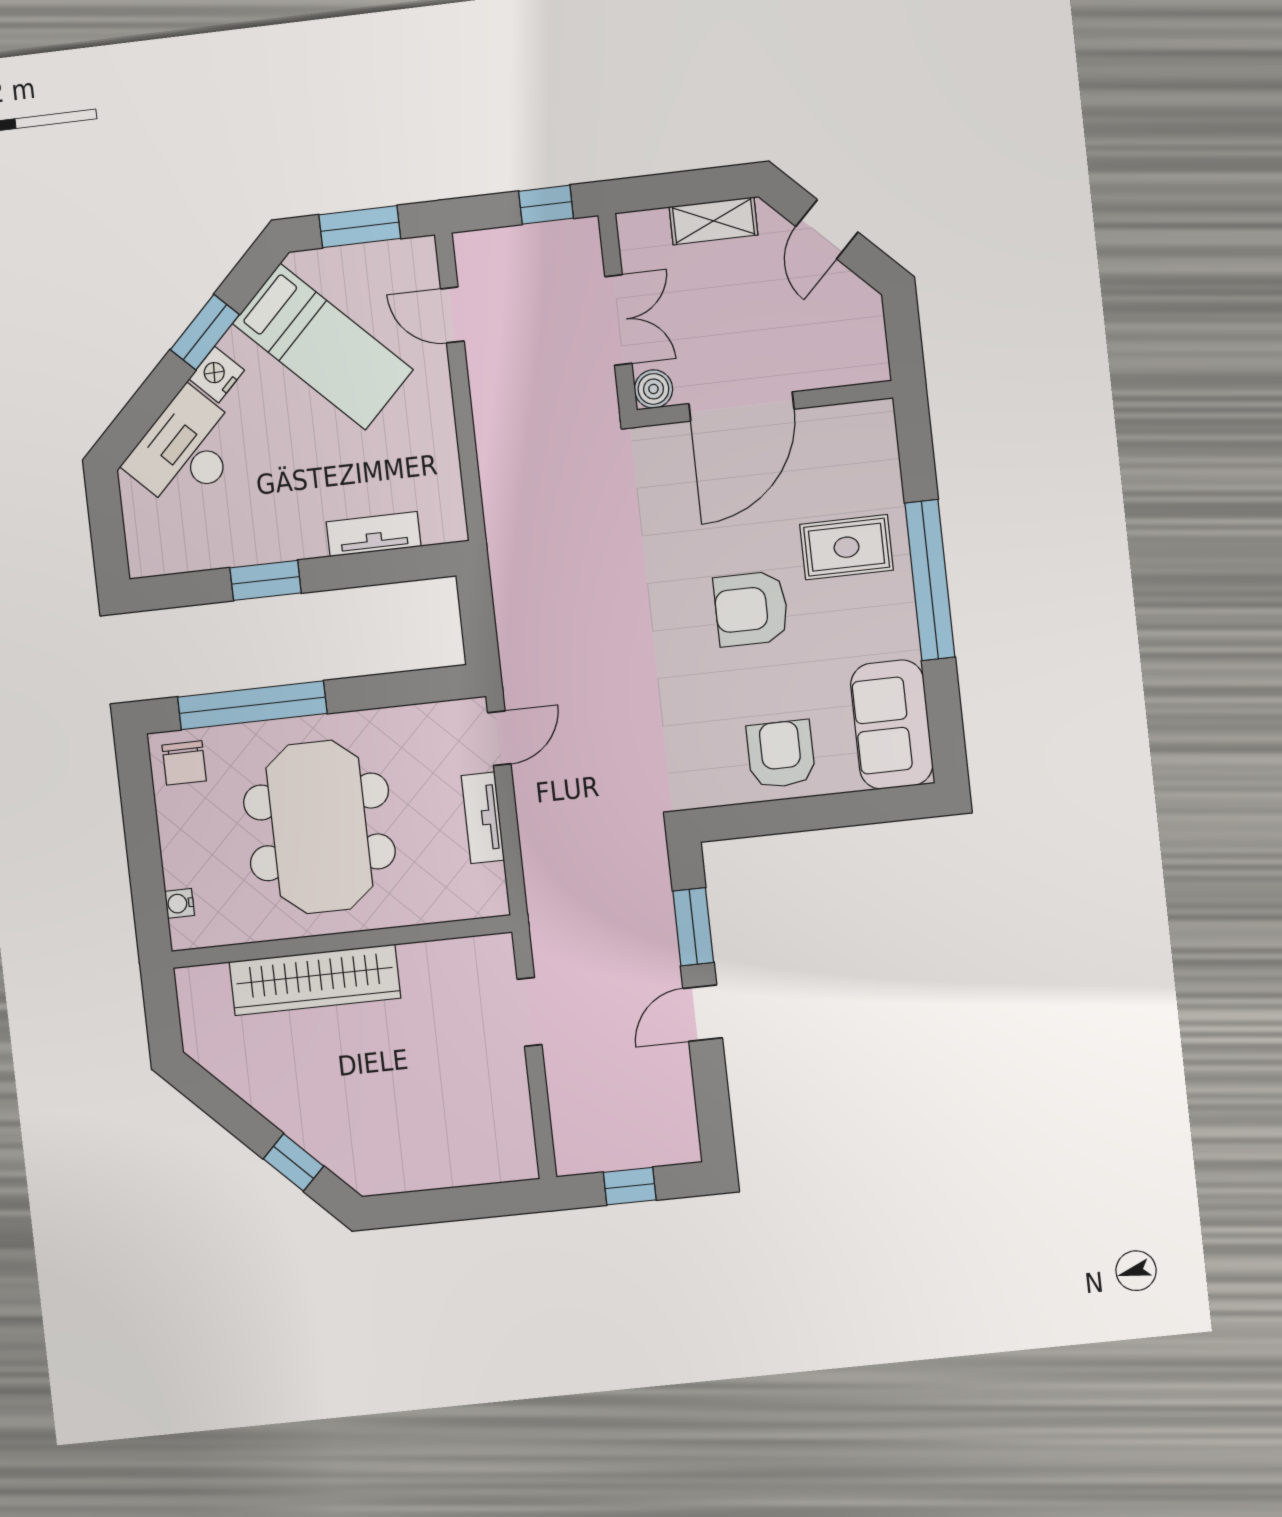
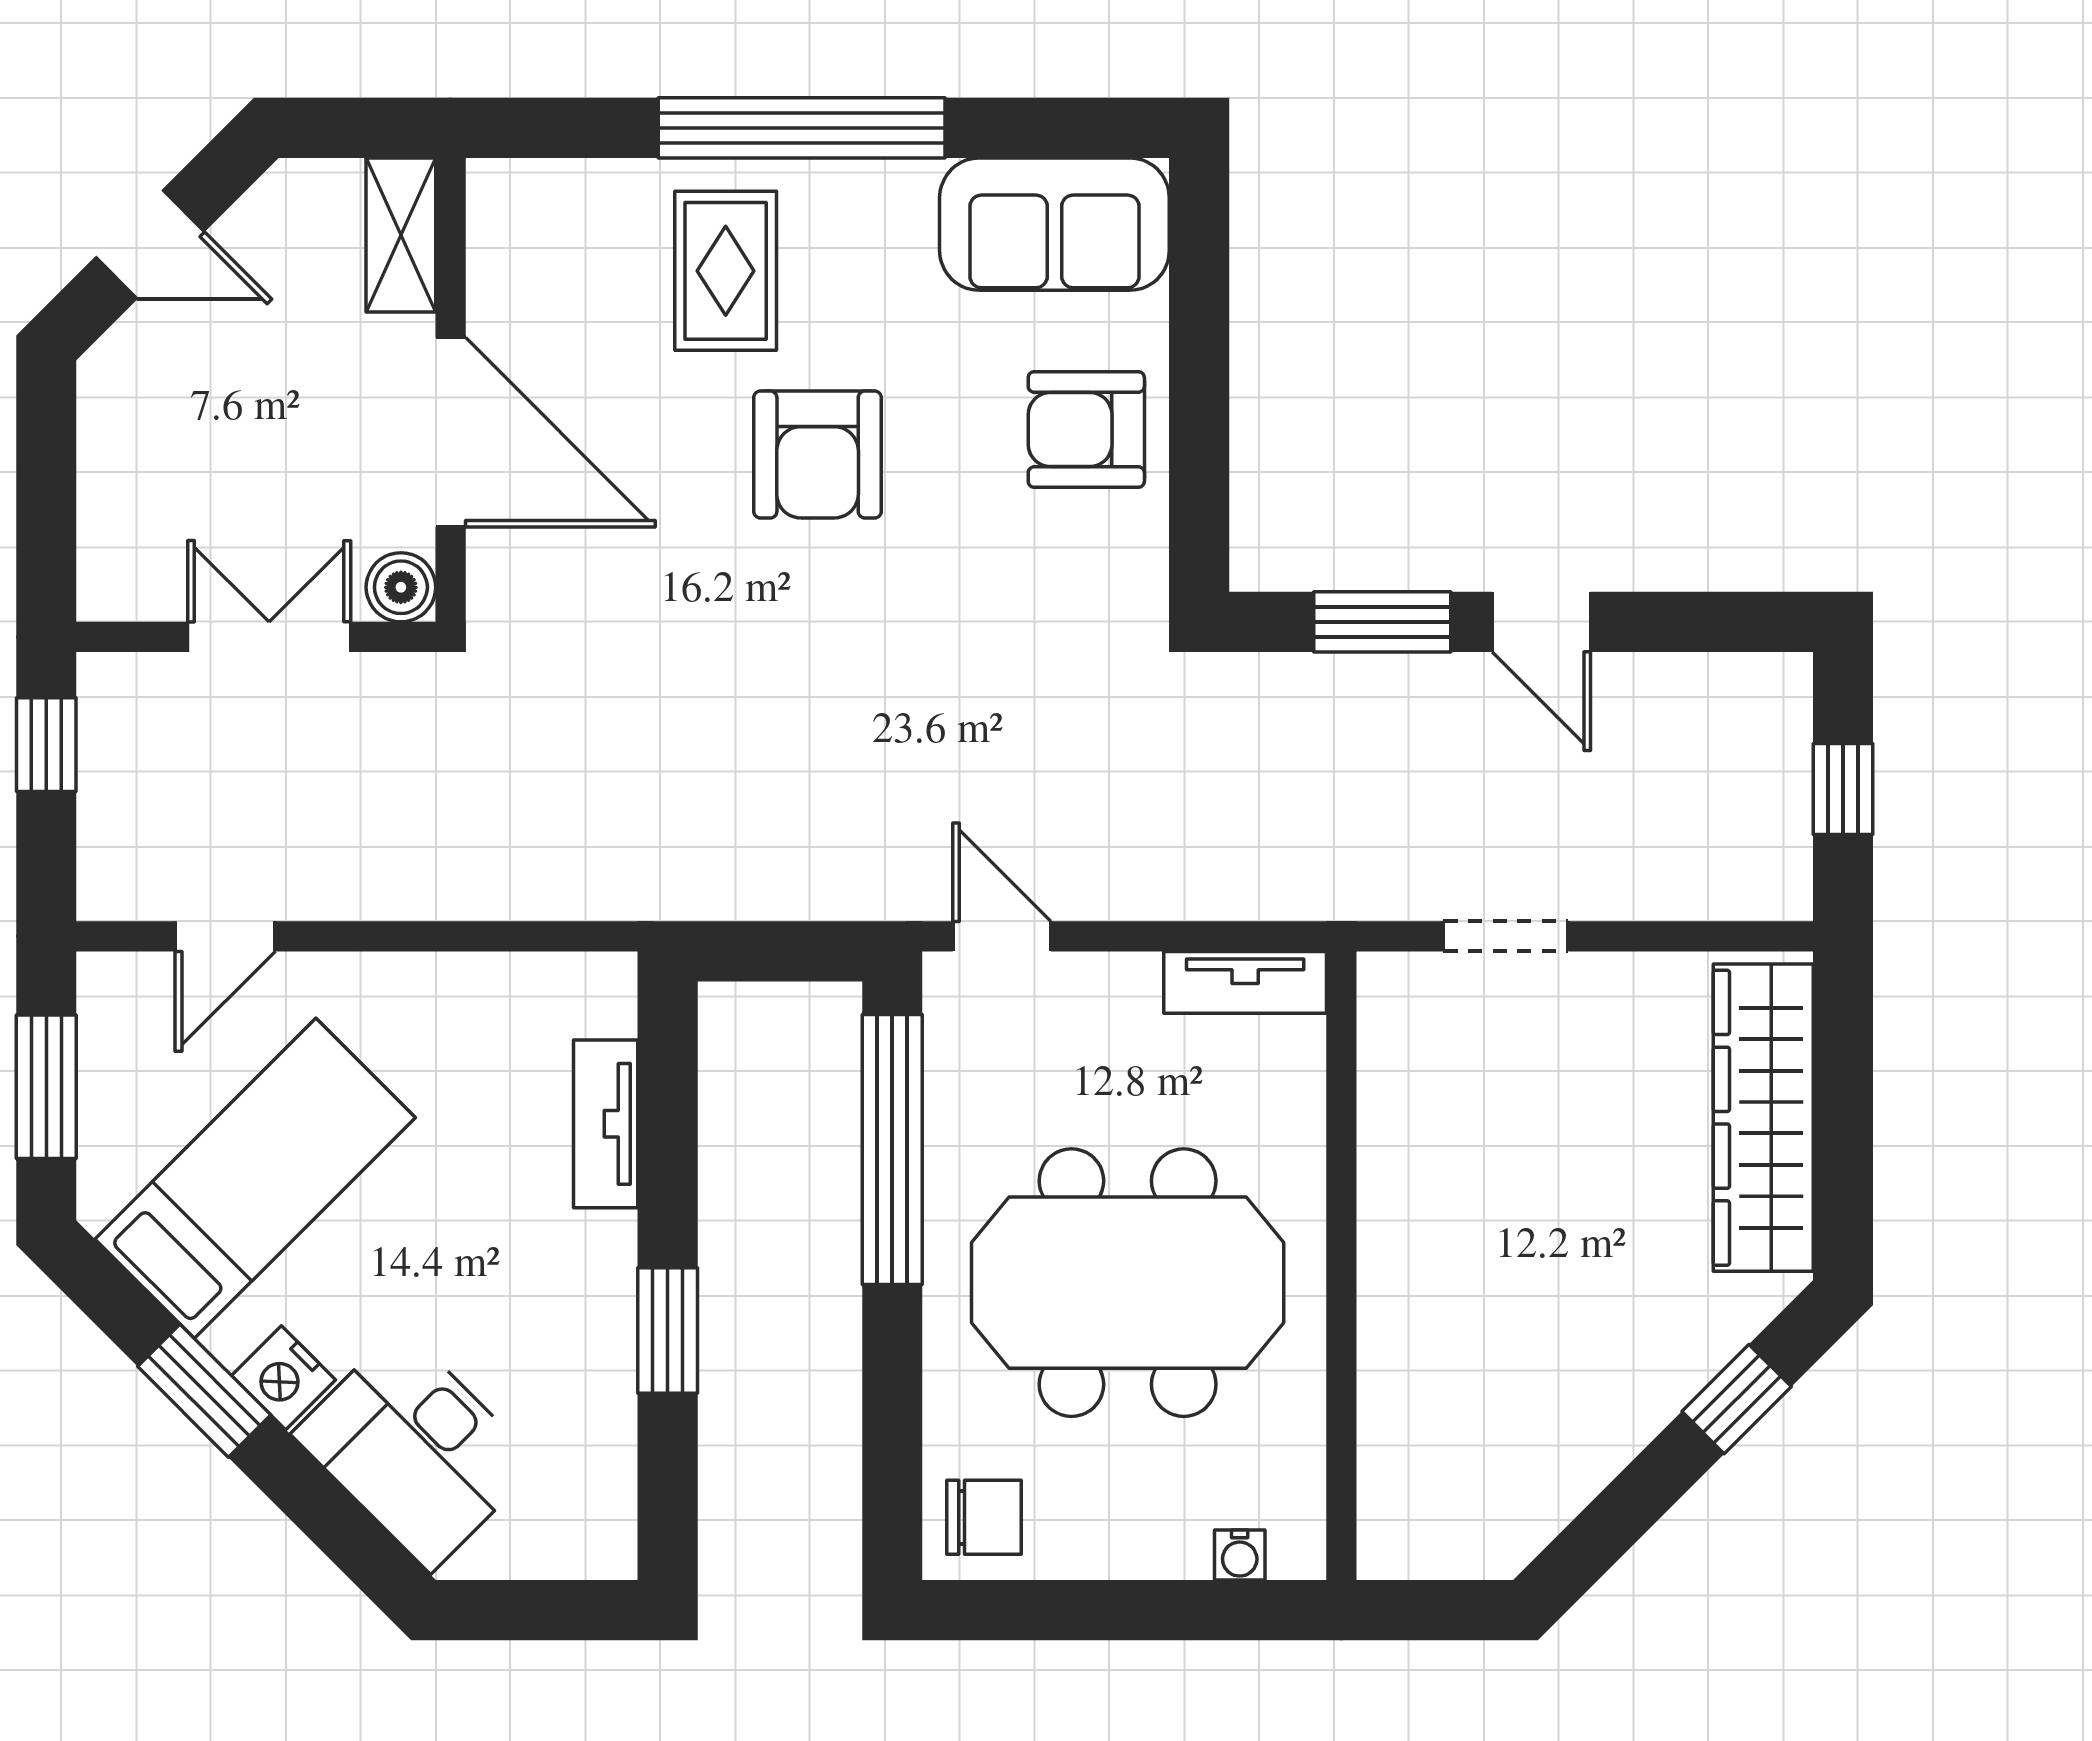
shelving: (713, 221) -> (401, 235), moved
window: (252, 705) -> (892, 1149), moved
tv unit: (483, 818) -> (1245, 982), moved
wardrobe: (315, 980) -> (1763, 1118), moved, turned 180

